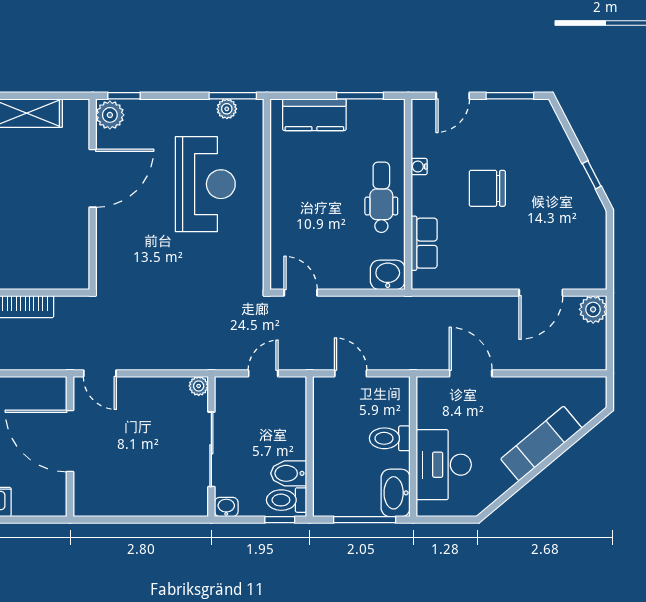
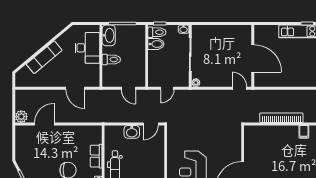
row of seats: (424, 243) -> (96, 156), moved
washbasin: (388, 275) -> (132, 132), moved
door: (301, 293) -> (151, 124), hinge flipped

